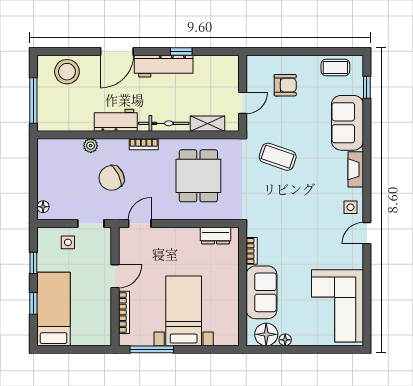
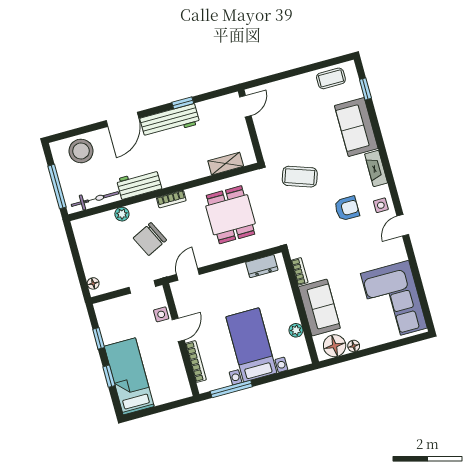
armchair: (285, 85) -> (347, 208), moved
door: (243, 103) -> (245, 106), moved
bicycle: (164, 123) -> (95, 199), moved
side table: (68, 242) -> (161, 314), moved
plant: (232, 309) -> (296, 330), added

